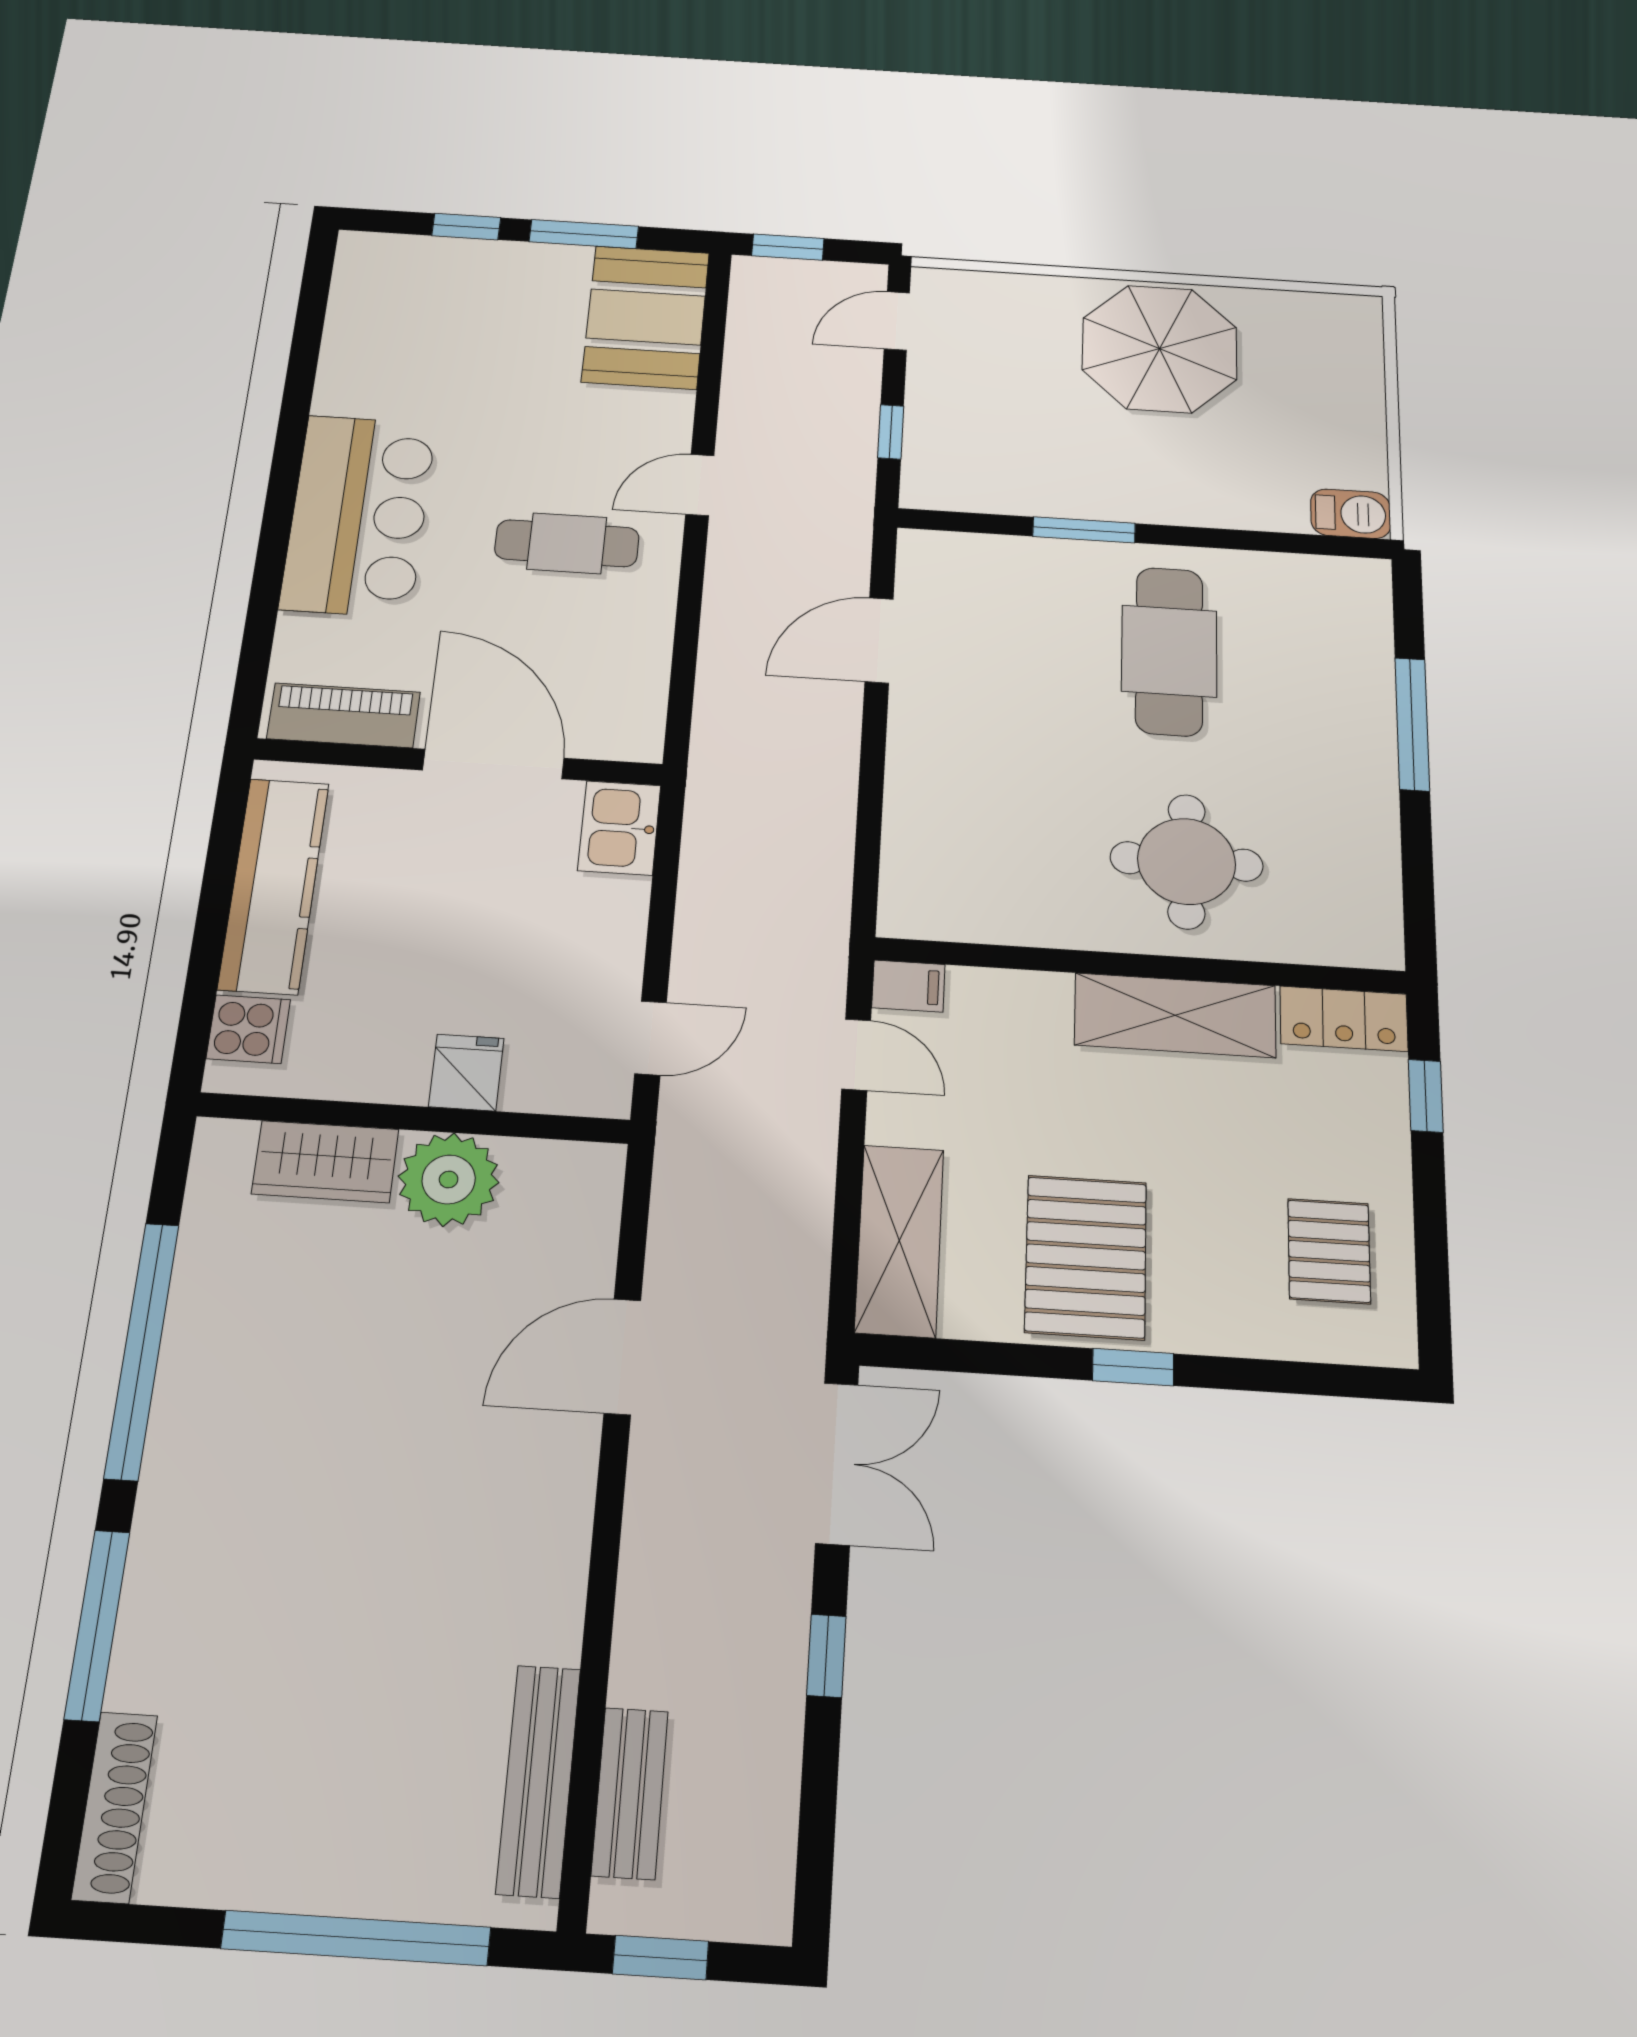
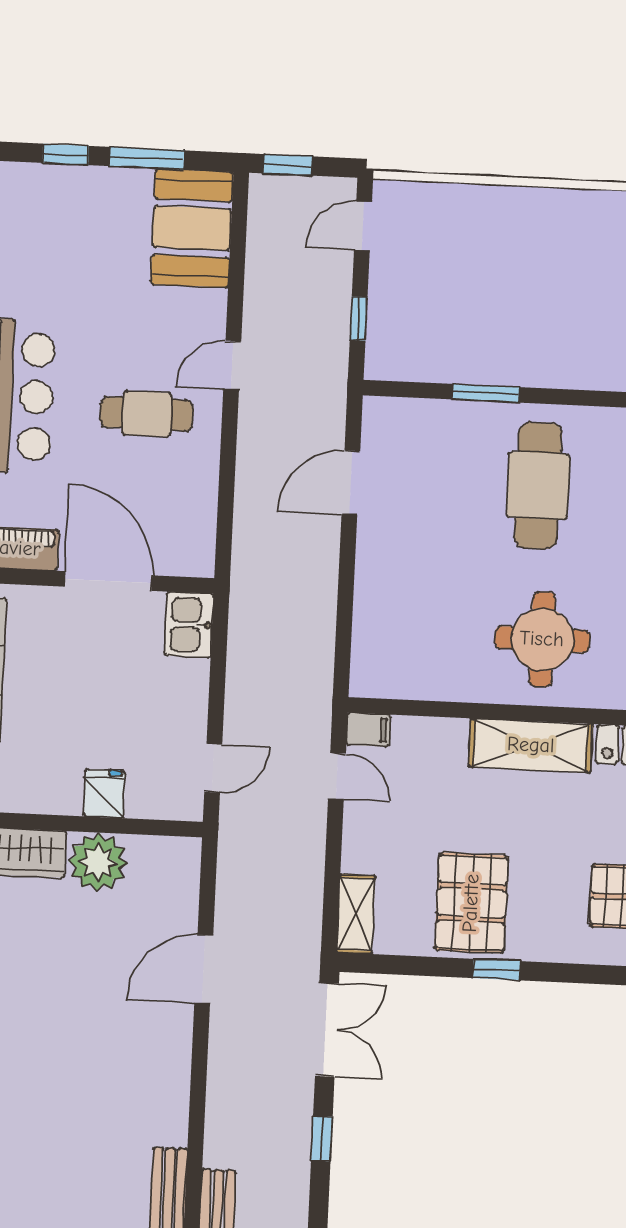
parasol: (1160, 349) -> (542, 244), removed
shelving: (899, 1240) -> (356, 914), width x0.67, depth x0.75

